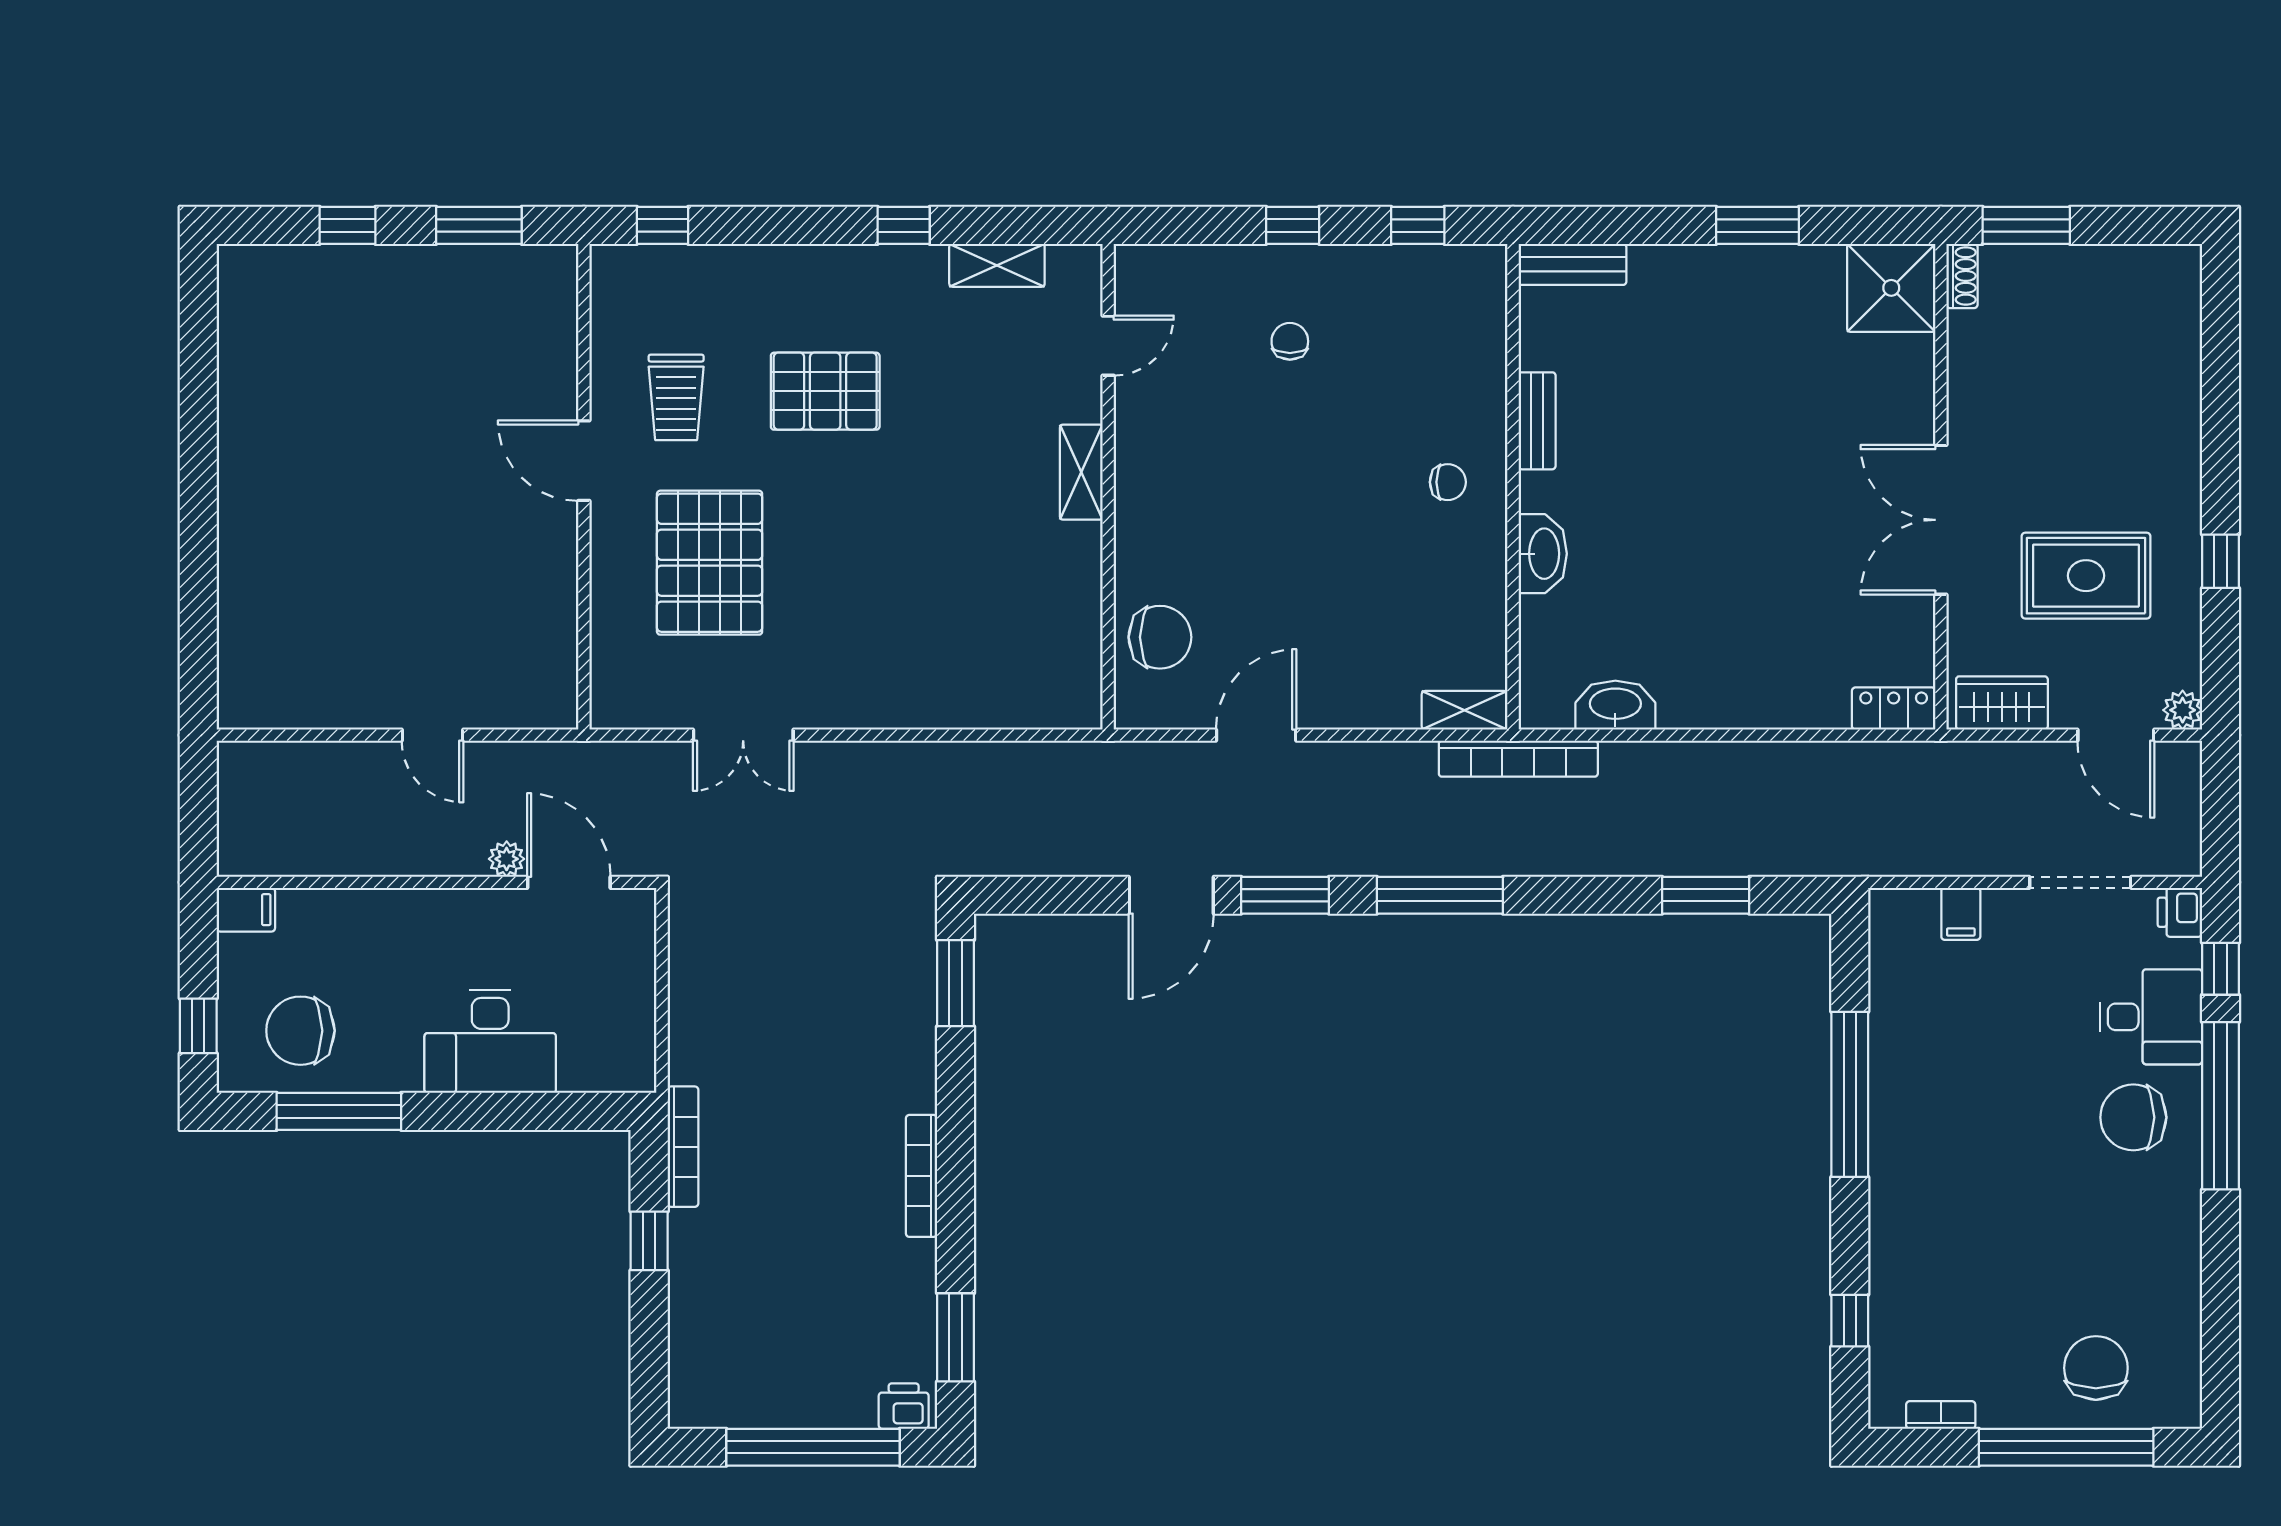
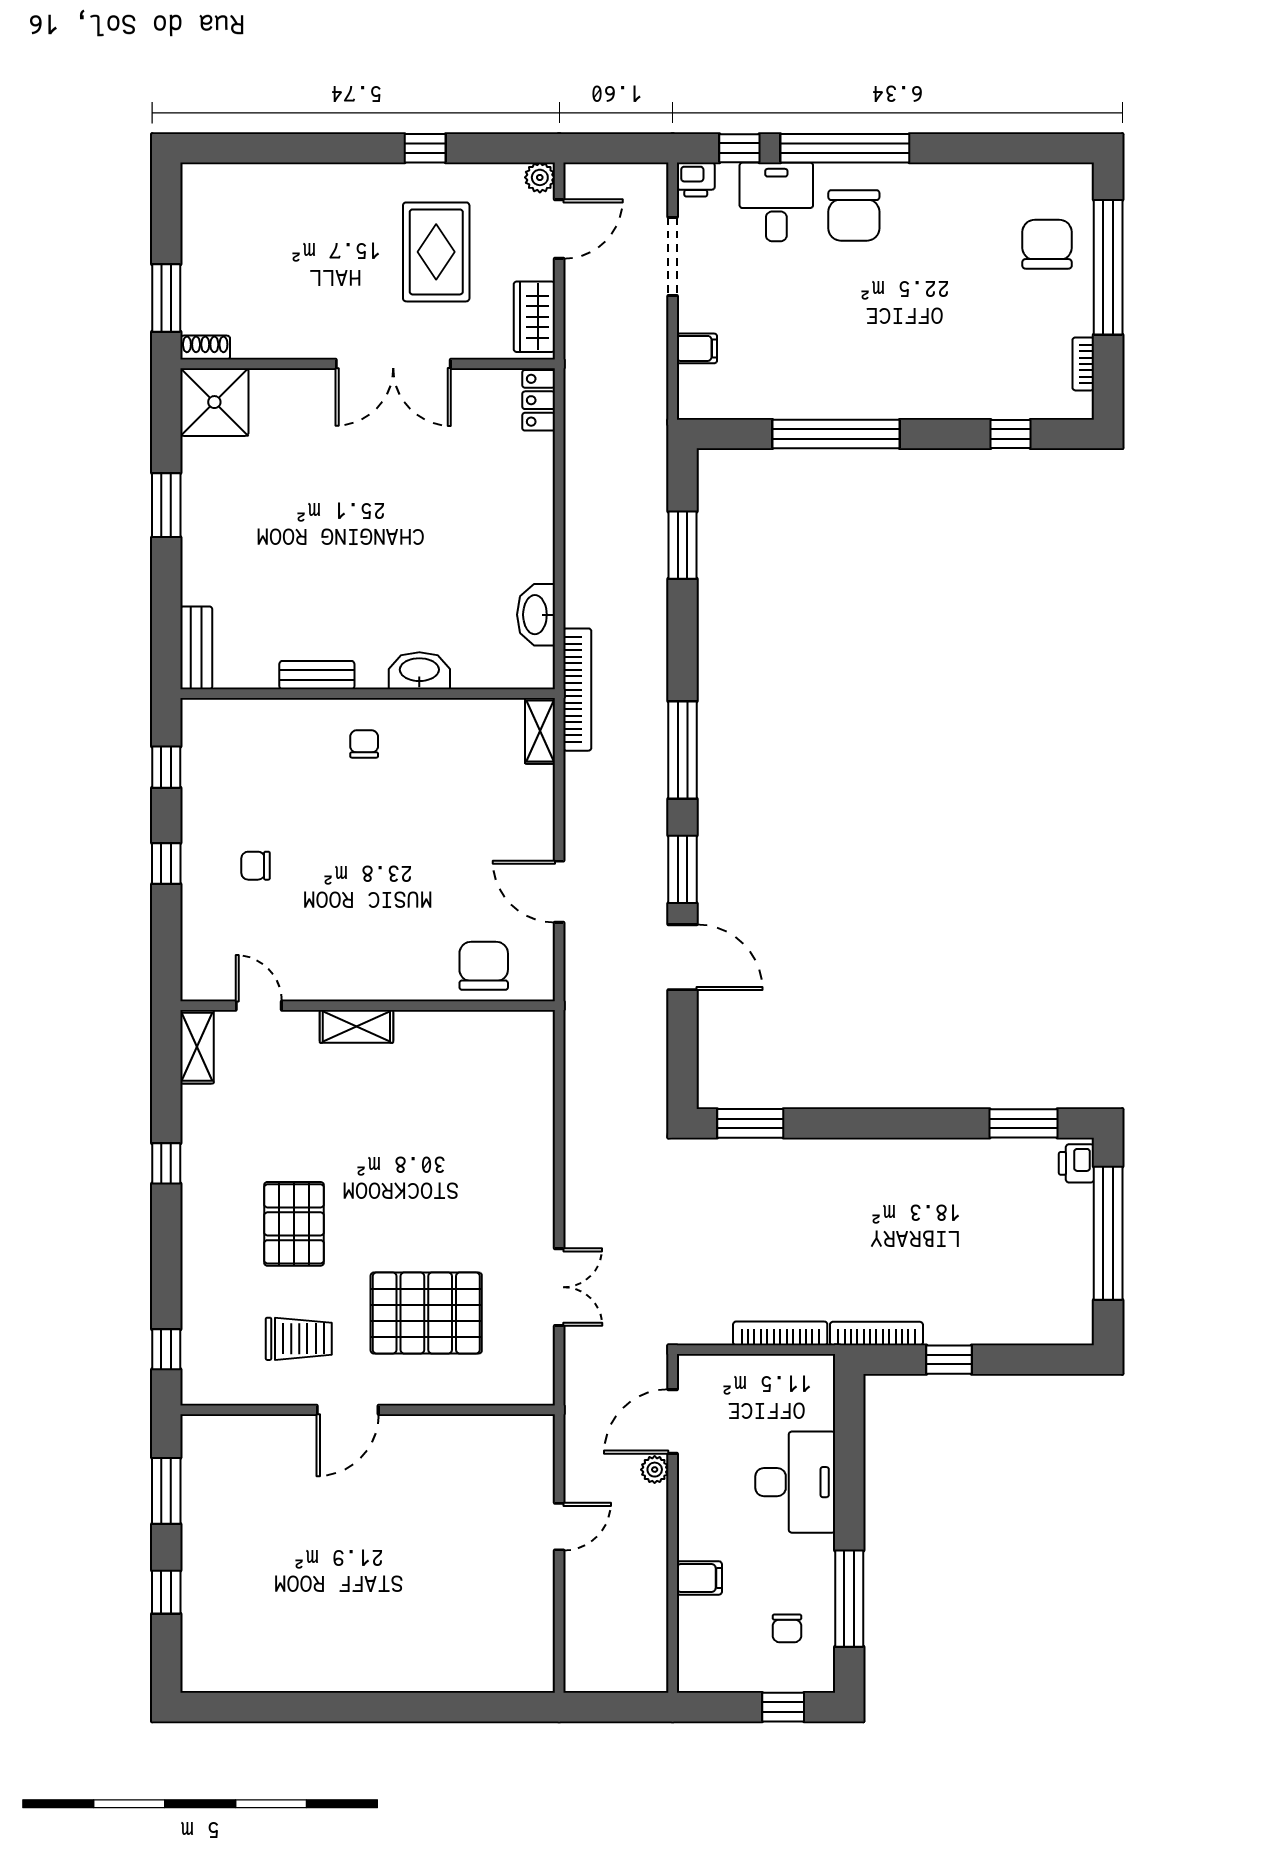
shelving: (997, 265) -> (197, 1047), moved
filing cabinet: (246, 910) -> (699, 1578), moved, turned 90
chair: (300, 1031) -> (787, 1628), width x0.54, depth x0.54
bookcase: (921, 1176) -> (780, 1333), moved, turned 180
chair: (2096, 1368) -> (1047, 244), turned 90

